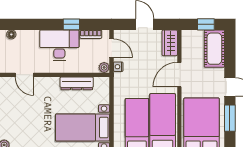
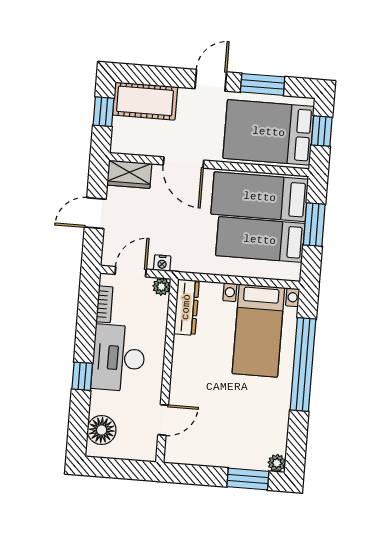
window: (71, 24) -> (82, 376), moved
floor lamp: (11, 34) -> (102, 430), width x1.89, depth x1.89
dresser: (77, 83) -> (186, 307), moved

